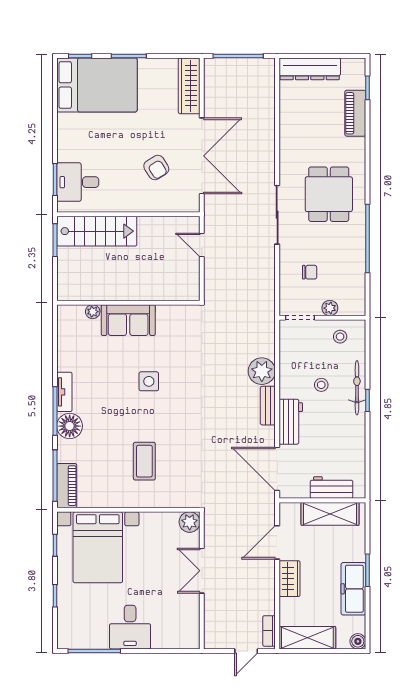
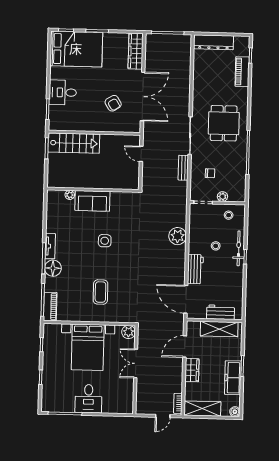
desk: (78, 182) -> (63, 92), moved
bench: (268, 406) -> (183, 168), moved
bed with nightstands: (98, 547) -> (88, 347), moved

